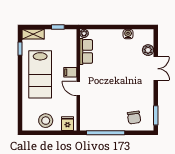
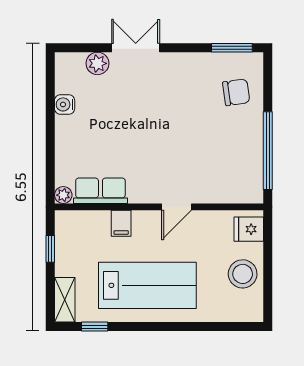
filing cabinet: (70, 72) -> (121, 223), moved

